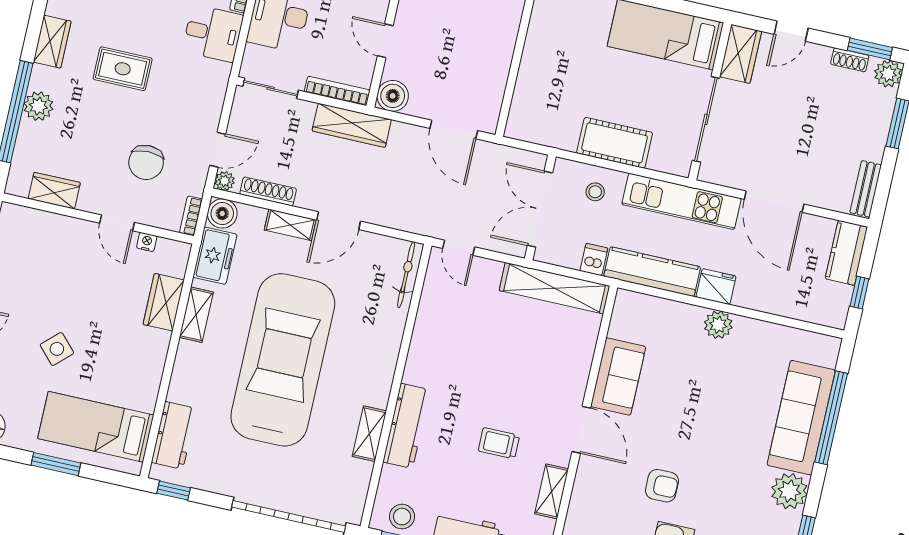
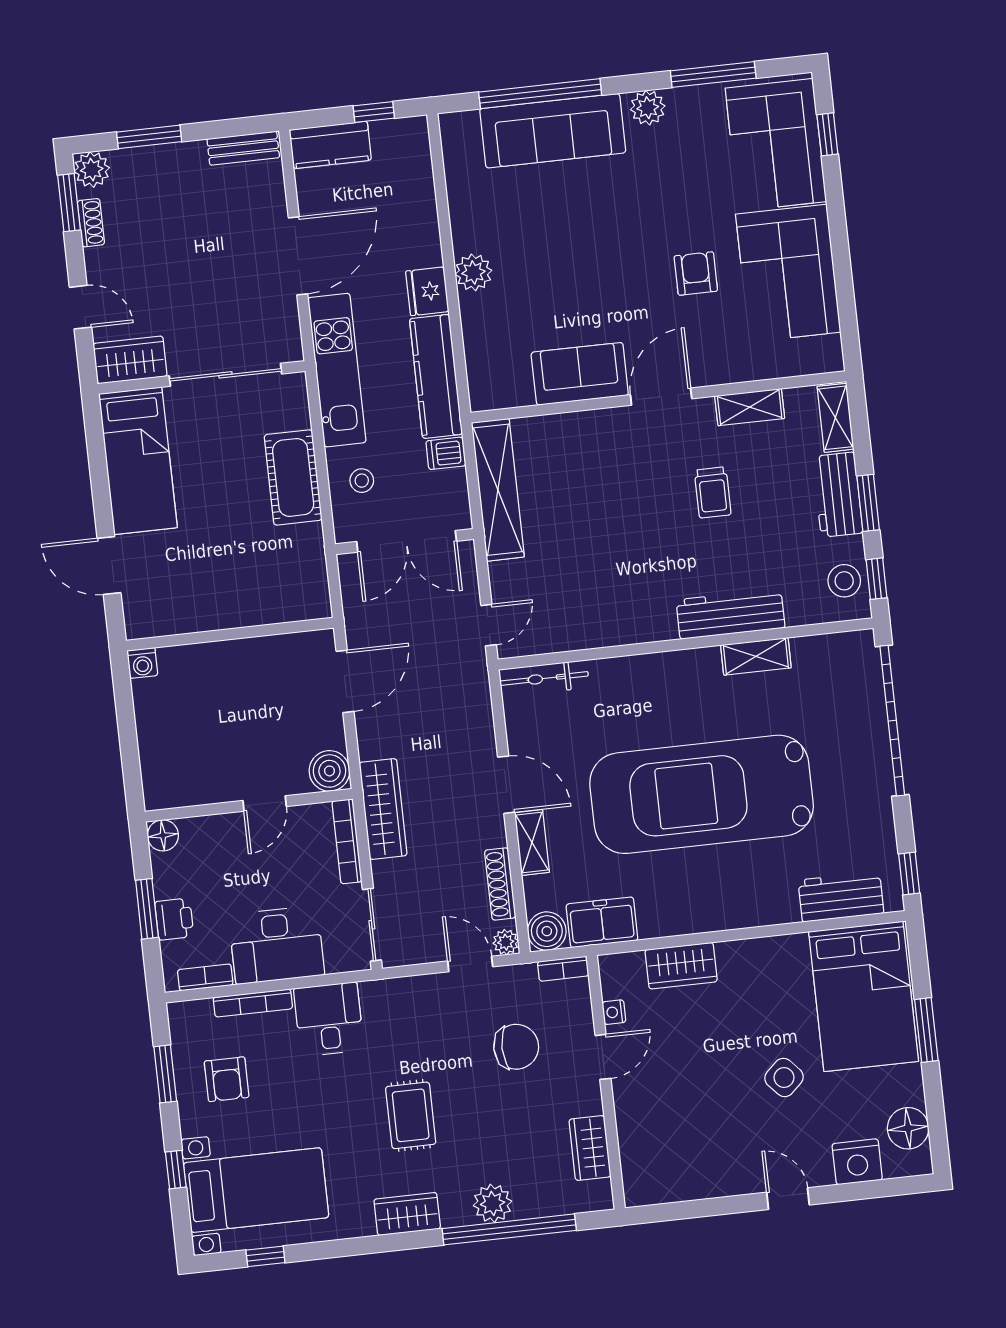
shelving: (196, 315) -> (683, 920), removed
bed: (96, 427) -> (863, 996), width x1.50
plant: (789, 491) -> (648, 108), width x0.73, depth x0.73

